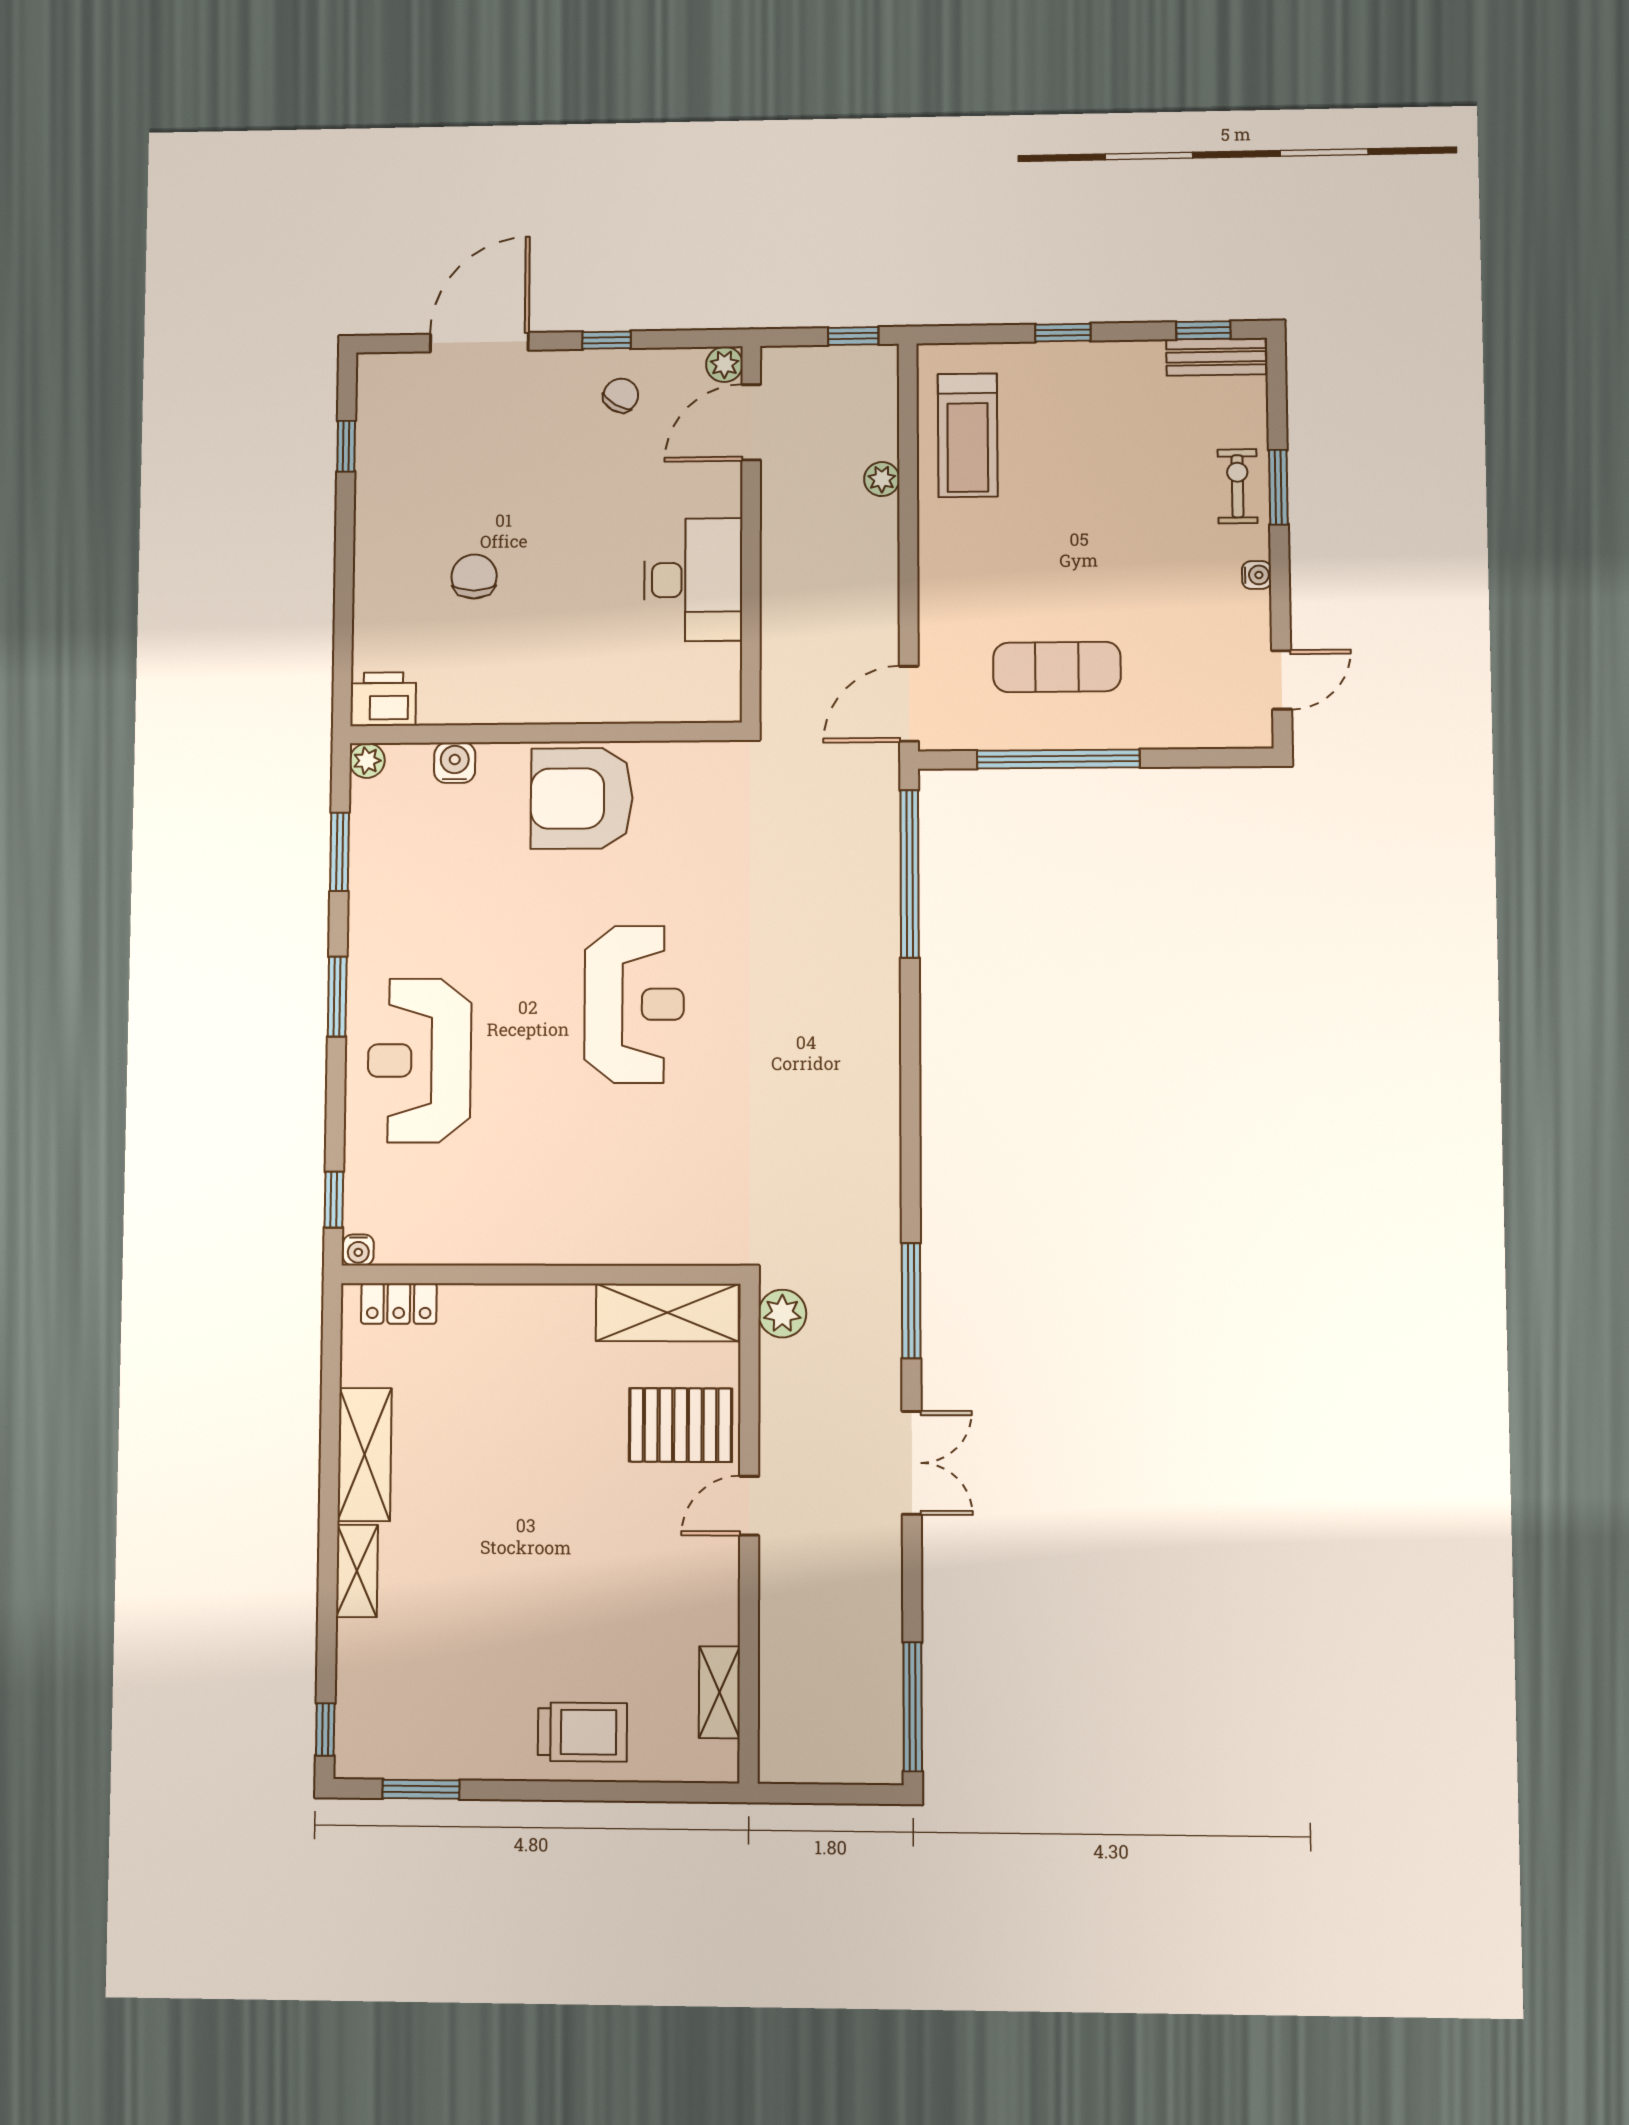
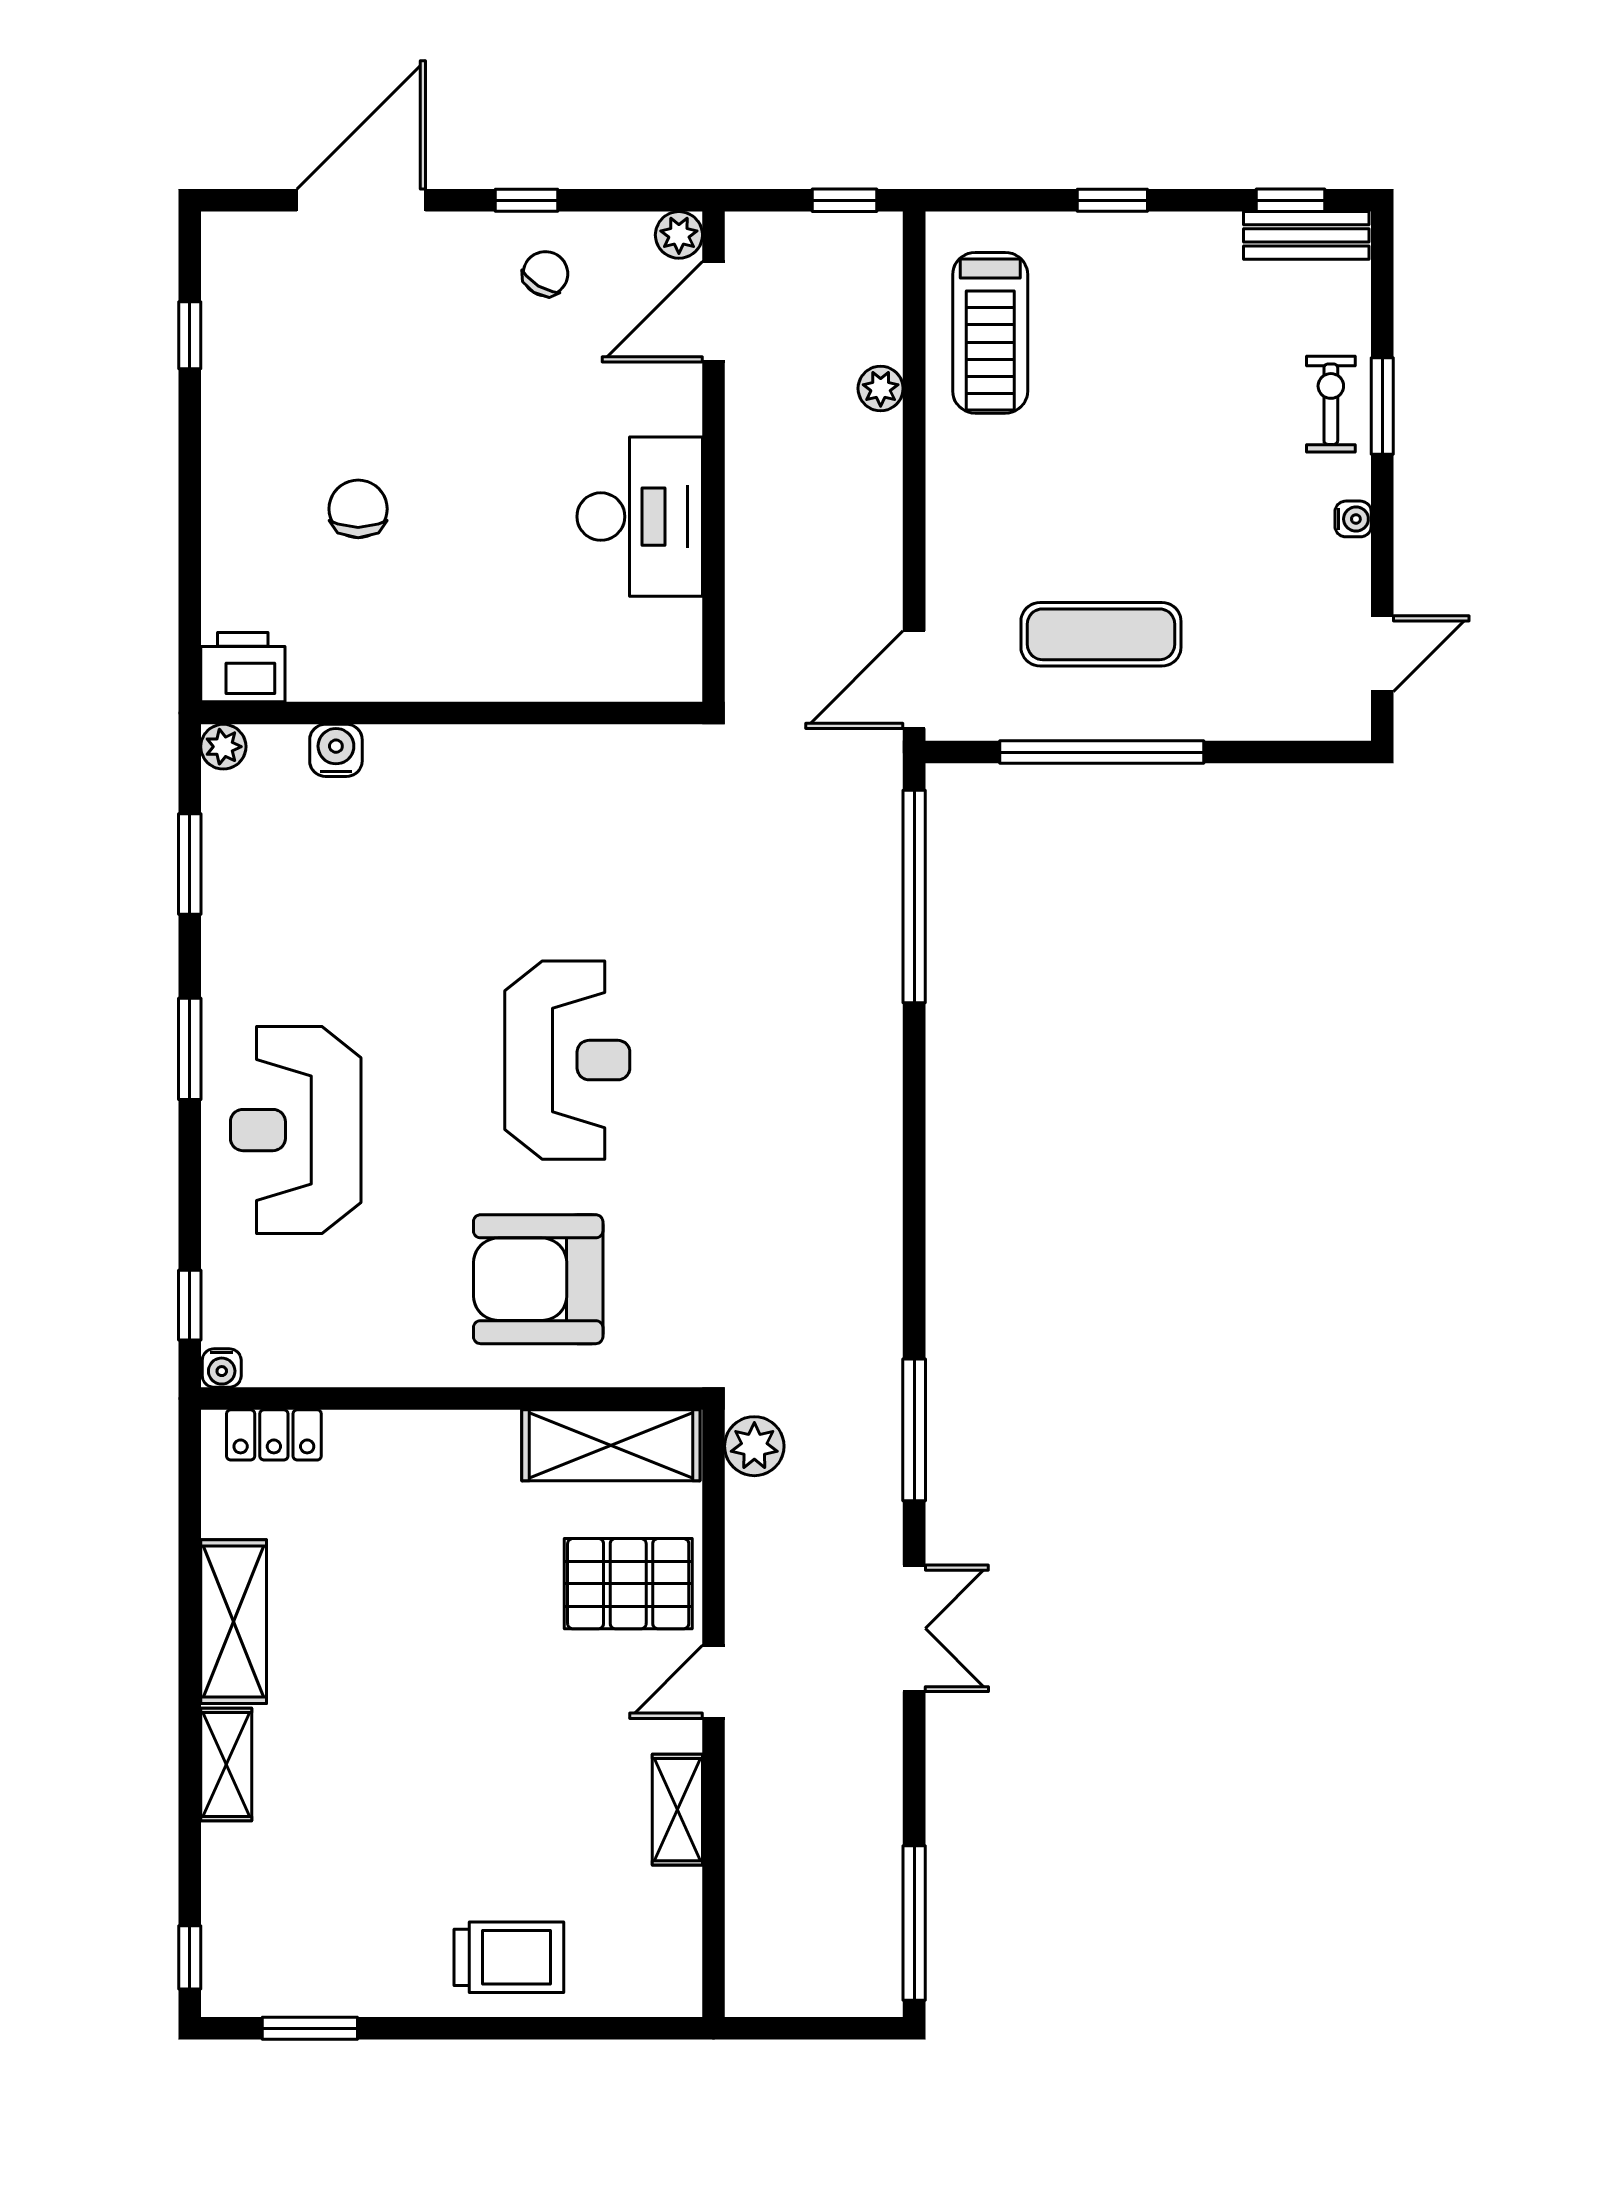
armchair: (582, 798) -> (538, 1279), moved
shelving: (719, 1692) -> (677, 1810), moved

